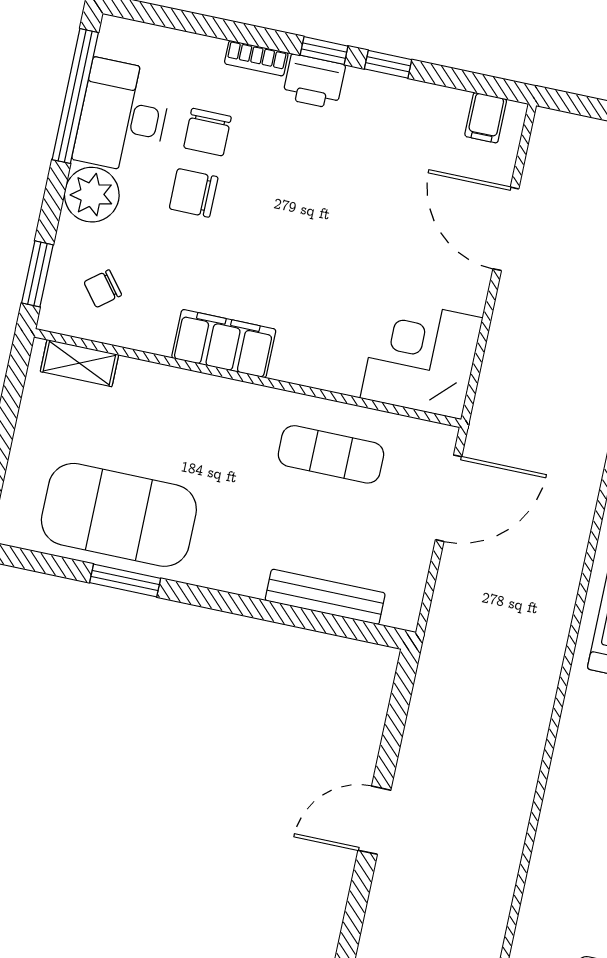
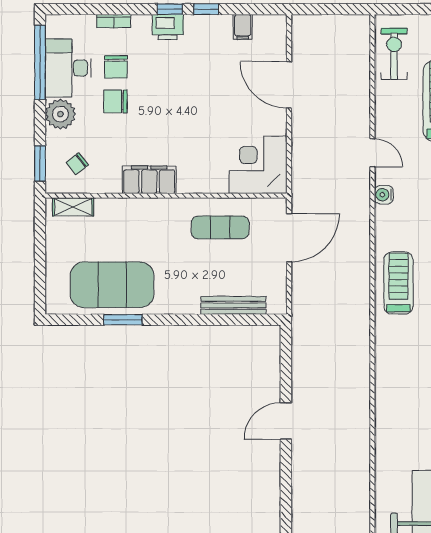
bookcase: (256, 58) -> (114, 21), moved
filing cabinet: (486, 118) -> (243, 27), moved

